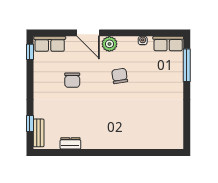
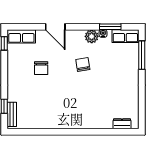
window: (151, 33) -> (110, 27), added
plant: (109, 44) -> (92, 36), moved
dresser: (70, 143) -> (122, 124), moved

